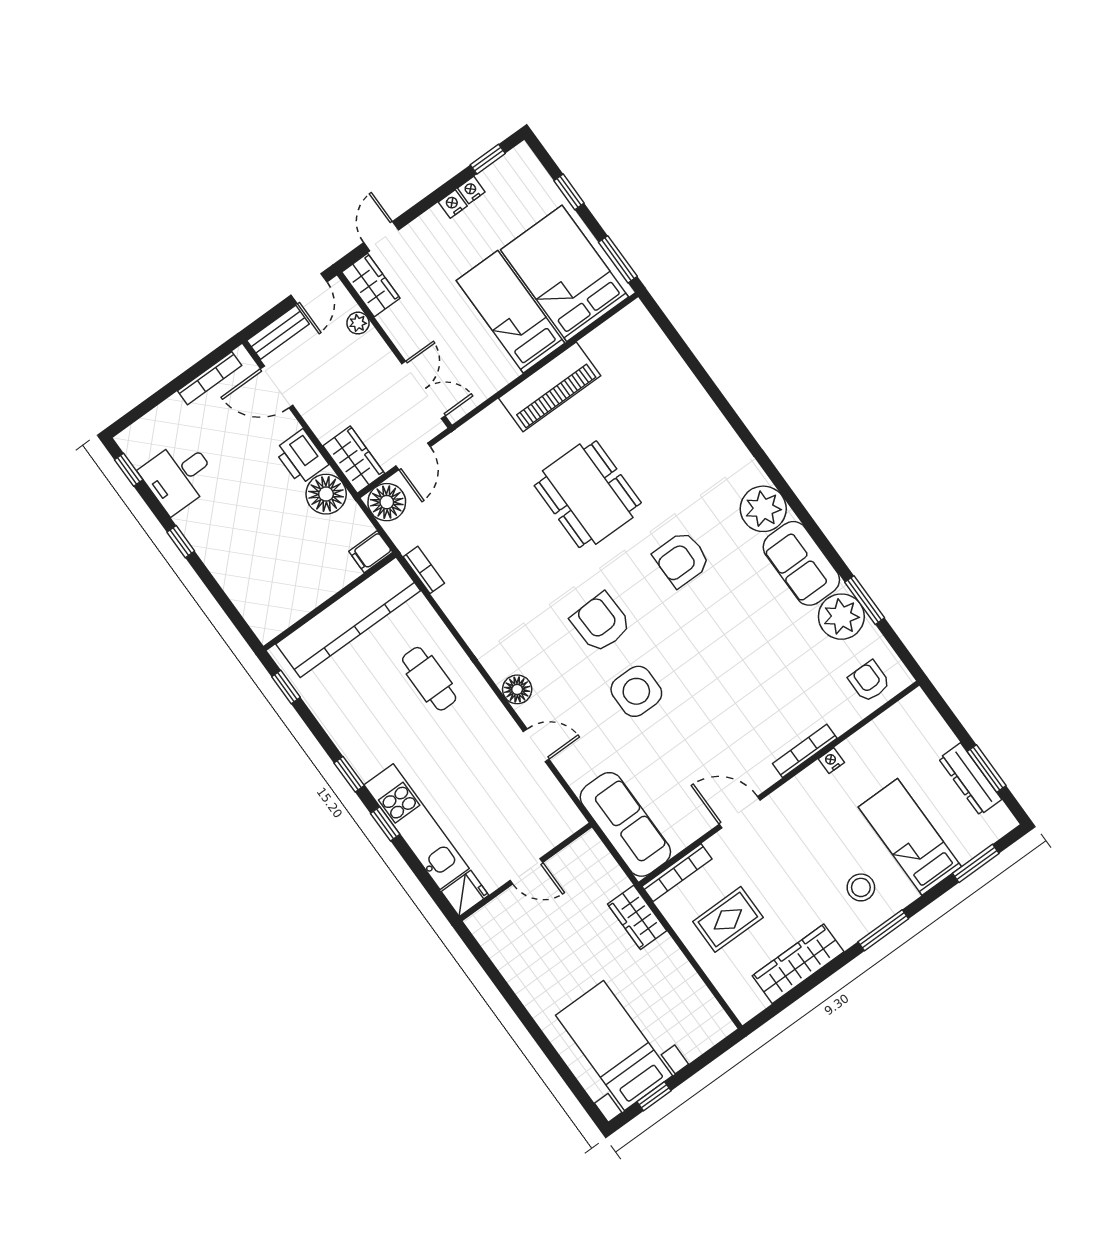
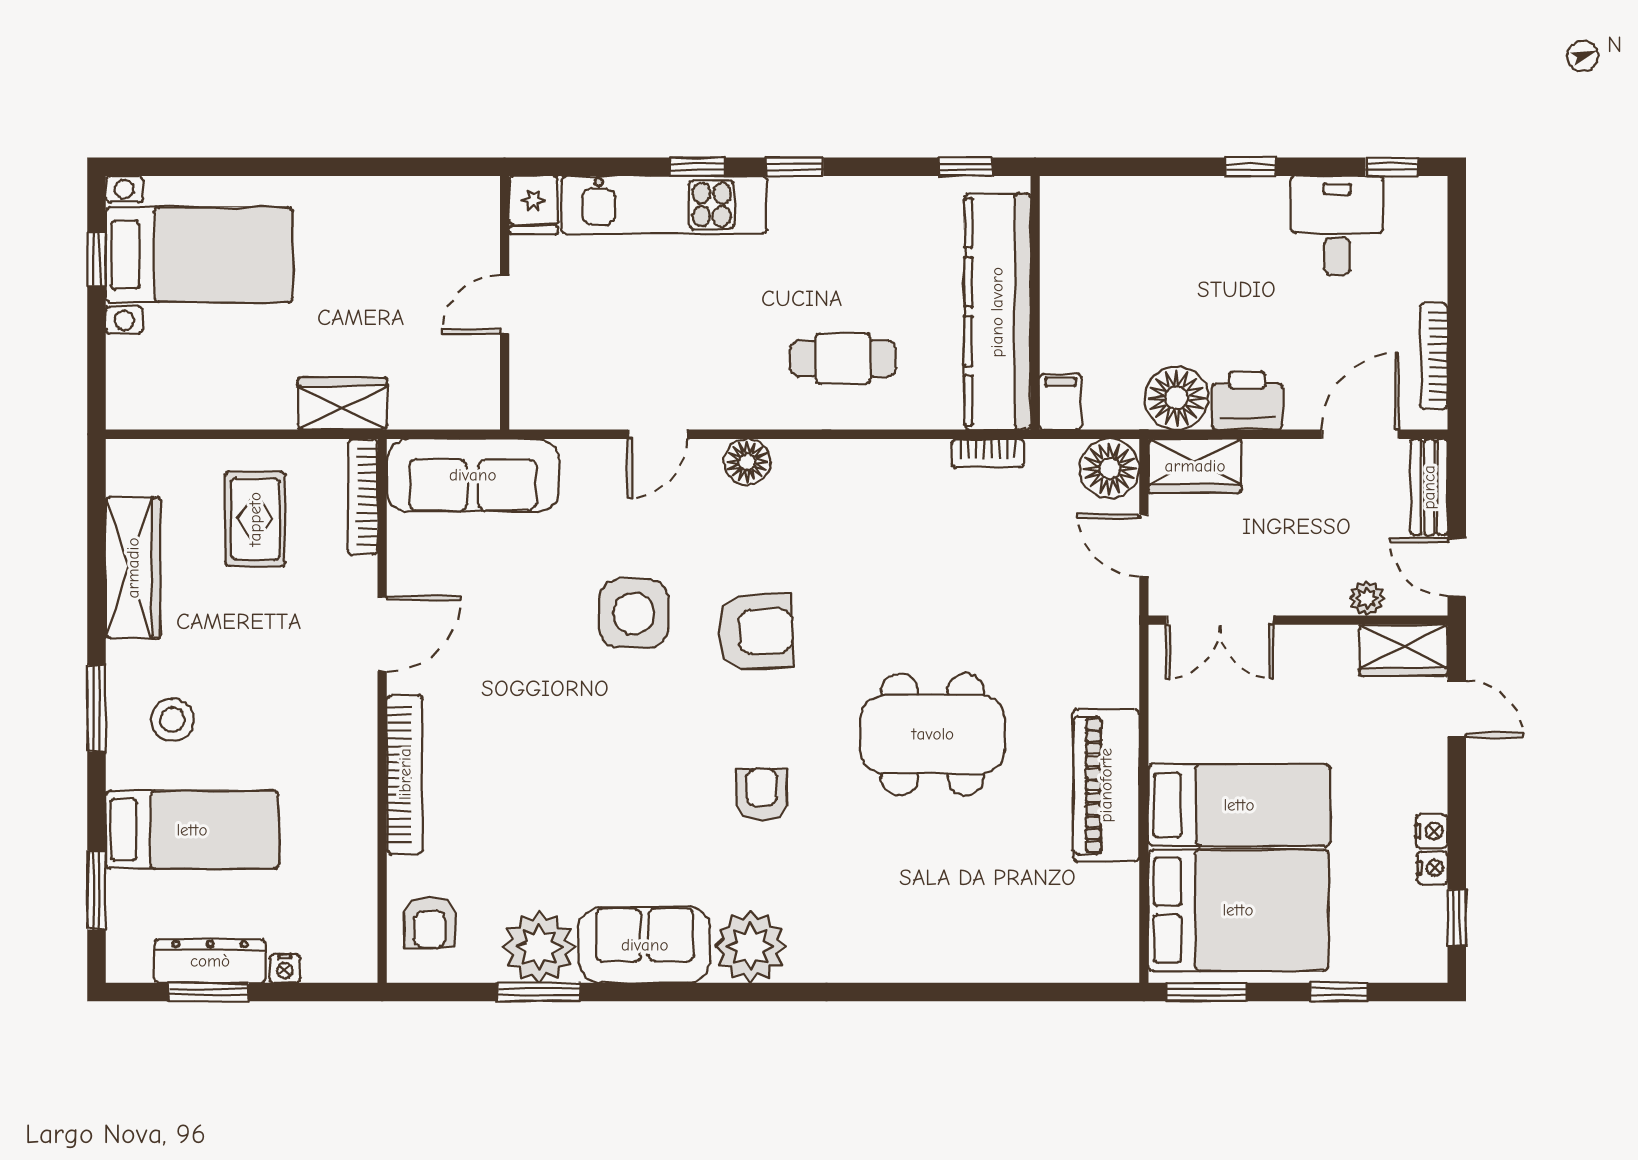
armchair: (682, 559) -> (762, 795), width x0.72, depth x0.72
armchair: (869, 681) -> (430, 922), turned 90
bookcase: (805, 751) -> (405, 774), width x1.48, depth x1.31
nightstand: (831, 761) -> (285, 968), moved, turned 90

